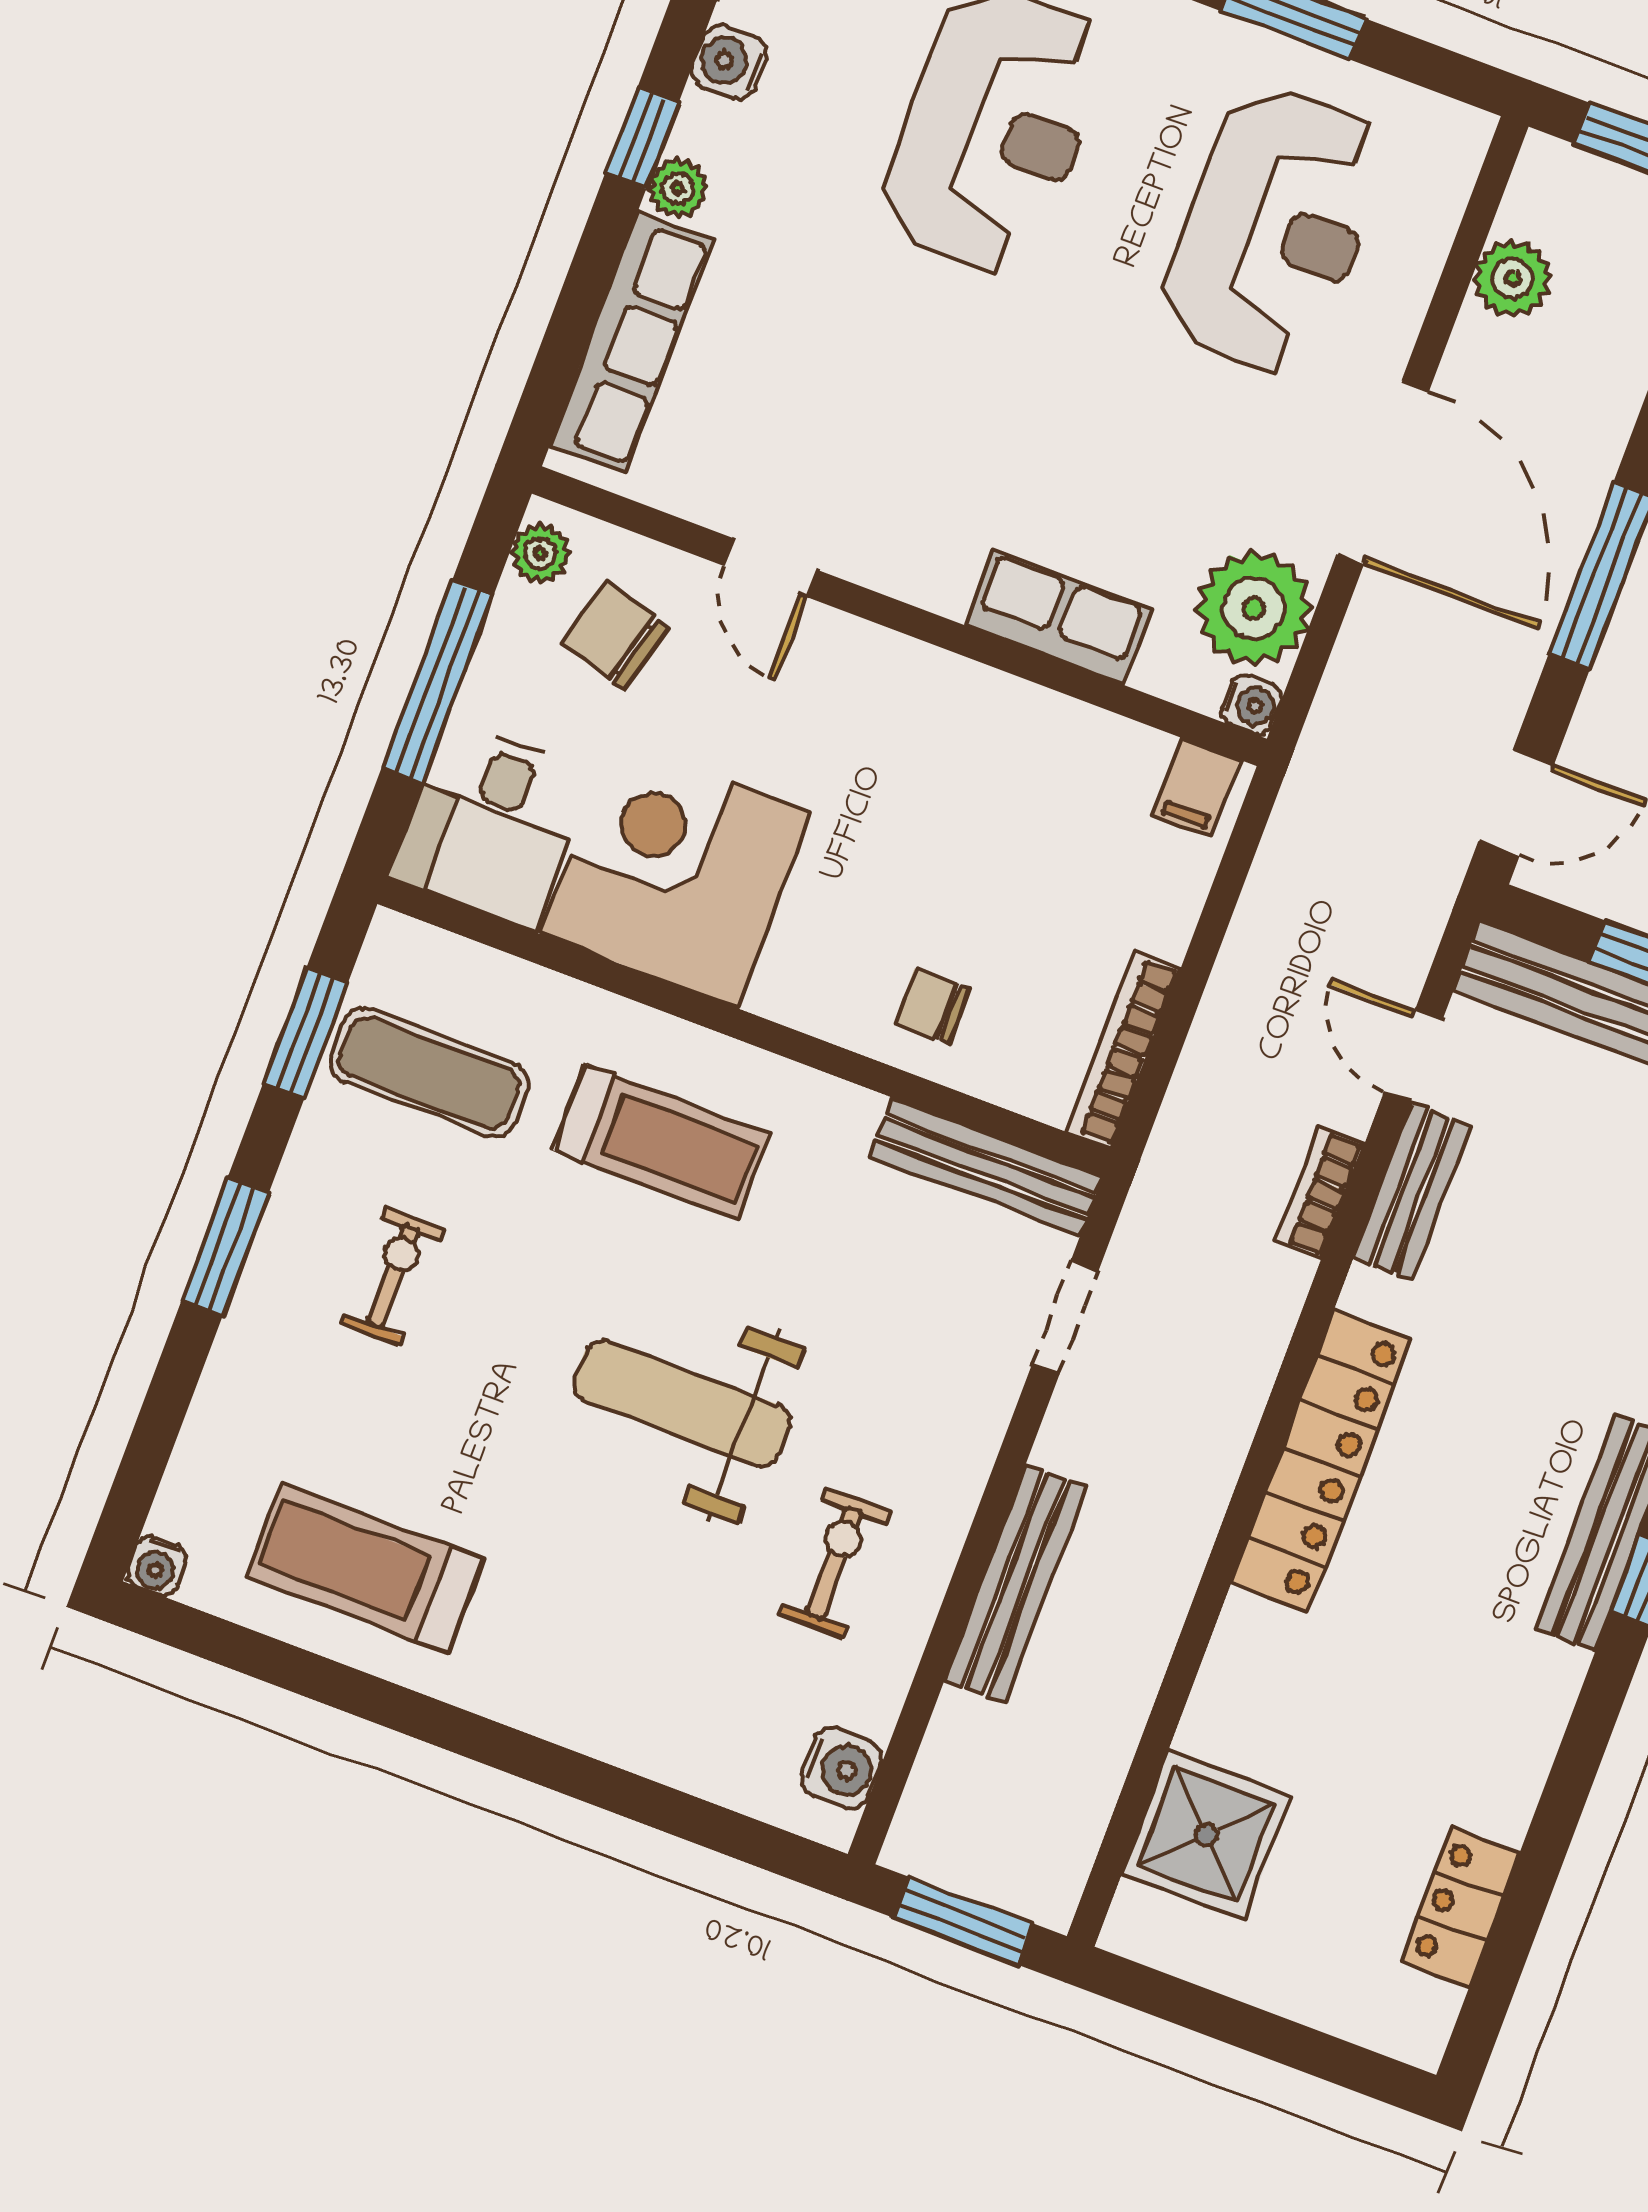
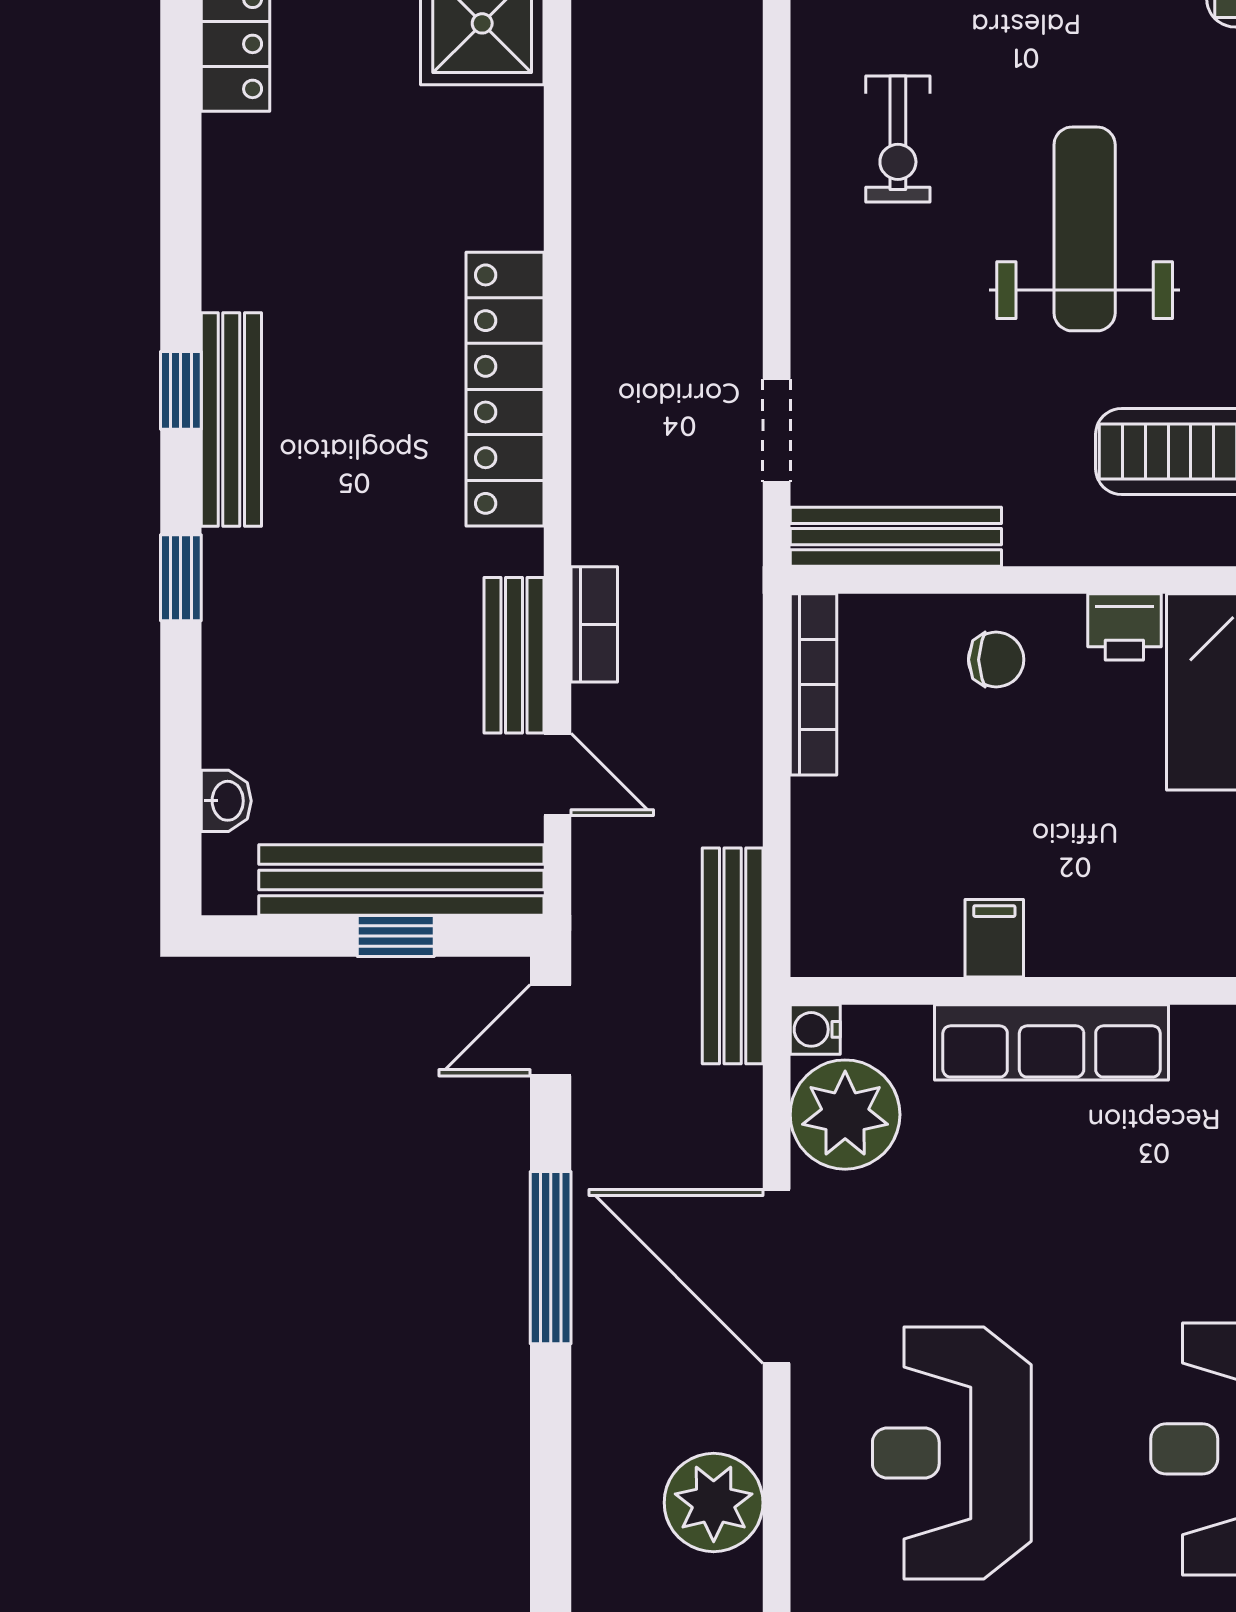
plant: (1513, 278) -> (714, 1503), width x1.36, depth x1.36
row of seats: (1058, 617) -> (1052, 1042), width x1.48
filing cabinet: (1196, 788) -> (994, 938), moved
printer: (791, 991) -> (1124, 627), added
weight bench: (682, 1403) -> (1085, 229), turned -90
bench: (1015, 1584) -> (733, 956), moved

